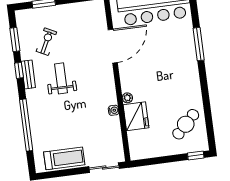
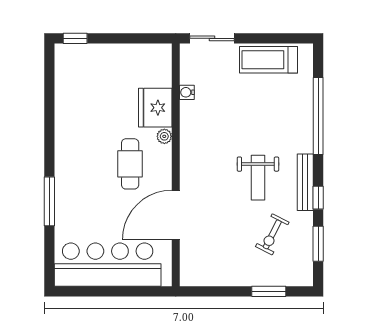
bench: (28, 74) -> (305, 182), width x1.36
water cooler: (114, 110) -> (187, 92), moved
cafe table: (186, 124) -> (130, 164), moved, turned -45

